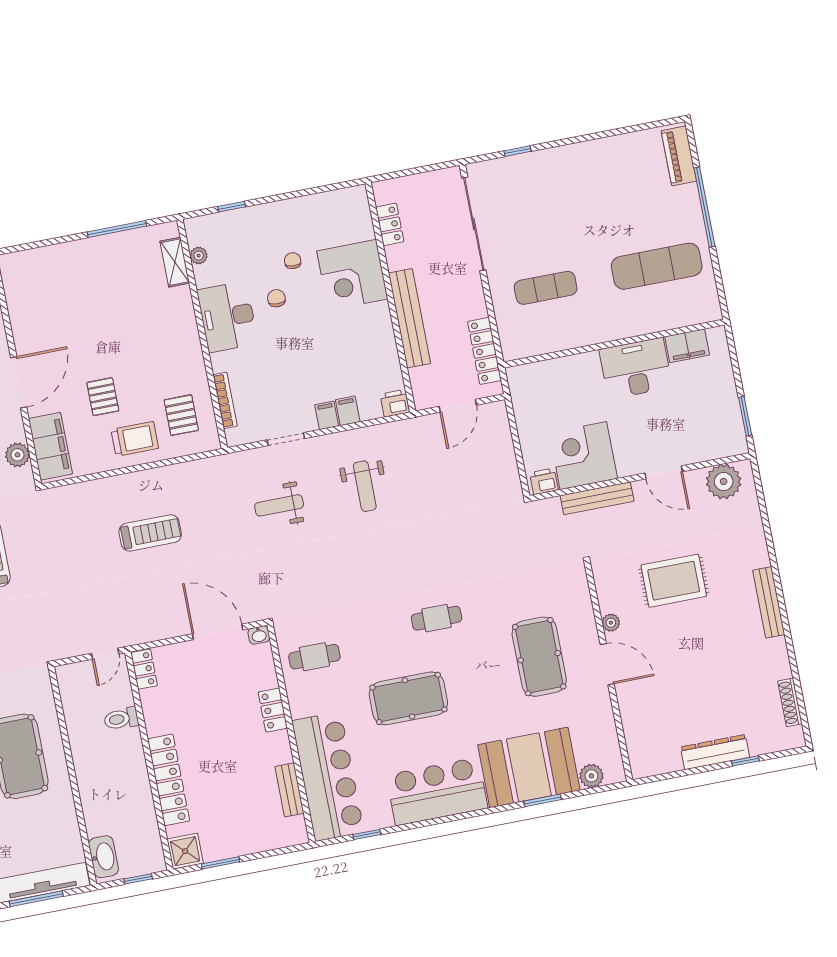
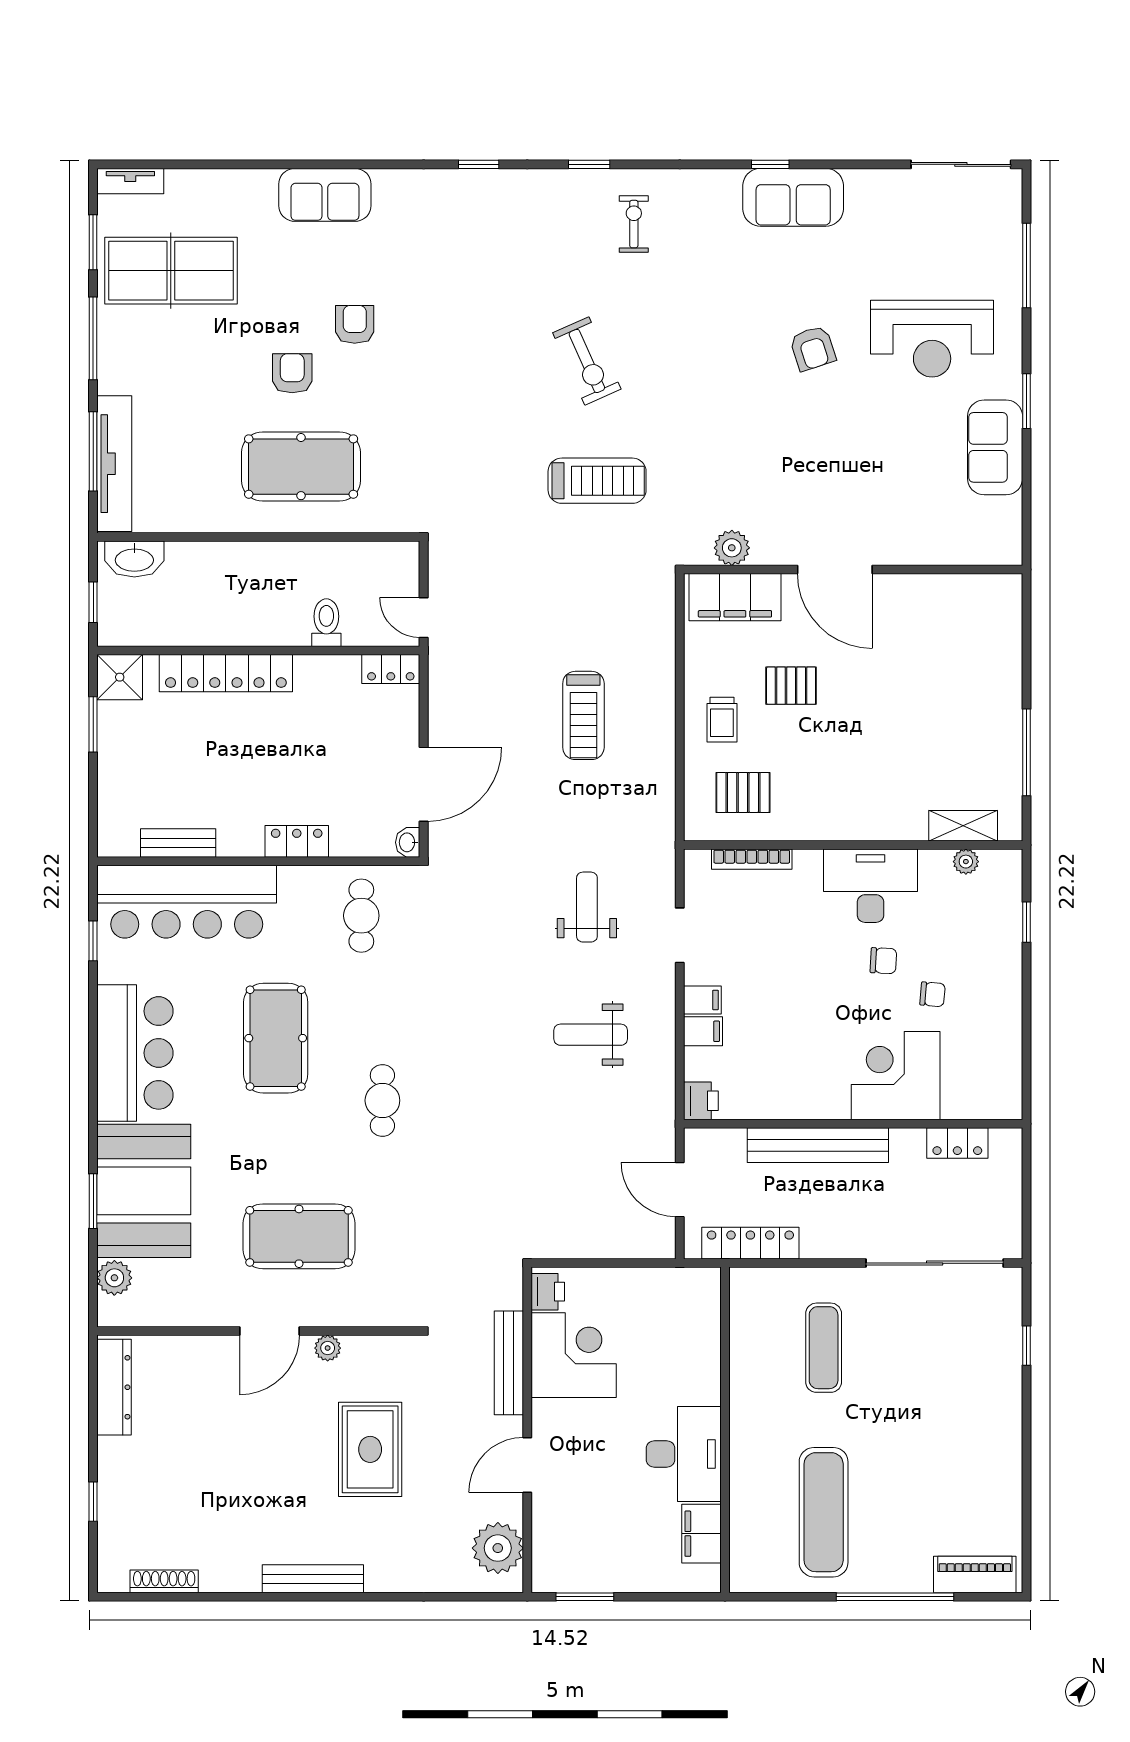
trolley: (135, 439) -> (722, 720), width x0.73, depth x0.72
dresser: (715, 752) -> (114, 1387), moved

